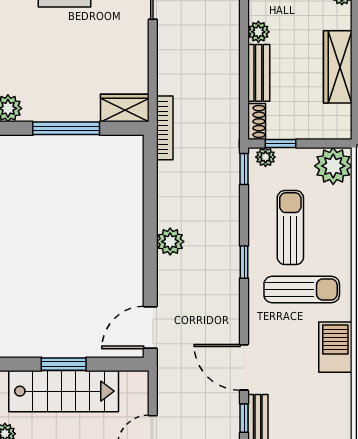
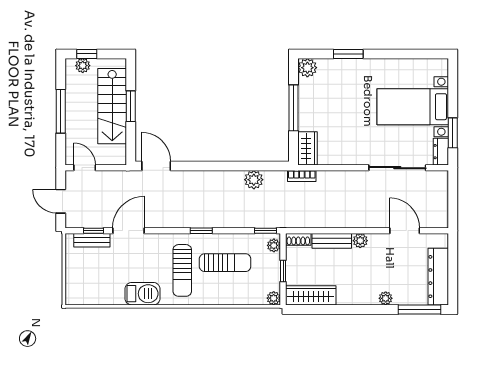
wardrobe: (338, 67) -> (311, 295), moved
bookcase: (165, 128) -> (302, 176), width x0.64
window: (281, 144) -> (283, 271), moved
plant: (333, 166) -> (274, 298), width x0.53, depth x0.53
plant: (170, 242) -> (254, 180), moved

